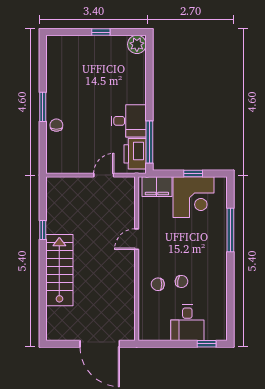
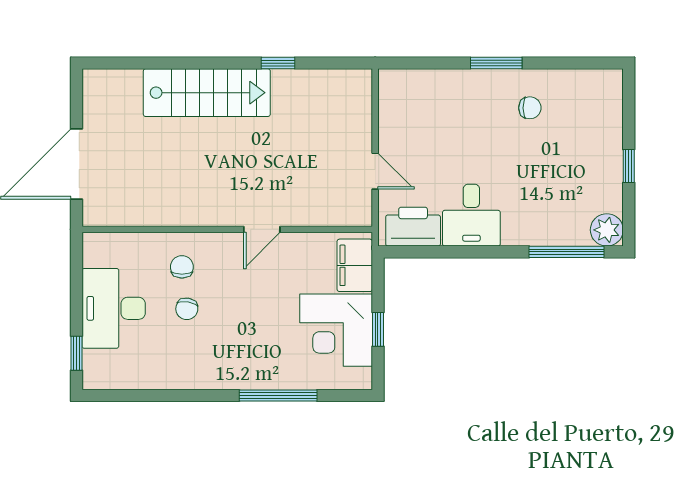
chair: (56, 125) -> (530, 108), moved
window: (149, 142) -> (566, 252), moved
door: (137, 239) -> (262, 229), swing flipped
desk: (187, 323) -> (114, 308), width x1.37

